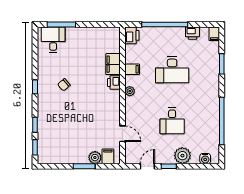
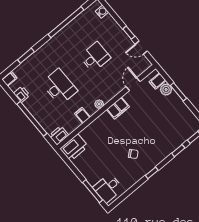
filing cabinet: (113, 64) -> (118, 108), moved
printer: (114, 83) -> (74, 148), moved, width x1.87, depth x1.48
plant: (182, 156) -> (113, 29), removed

